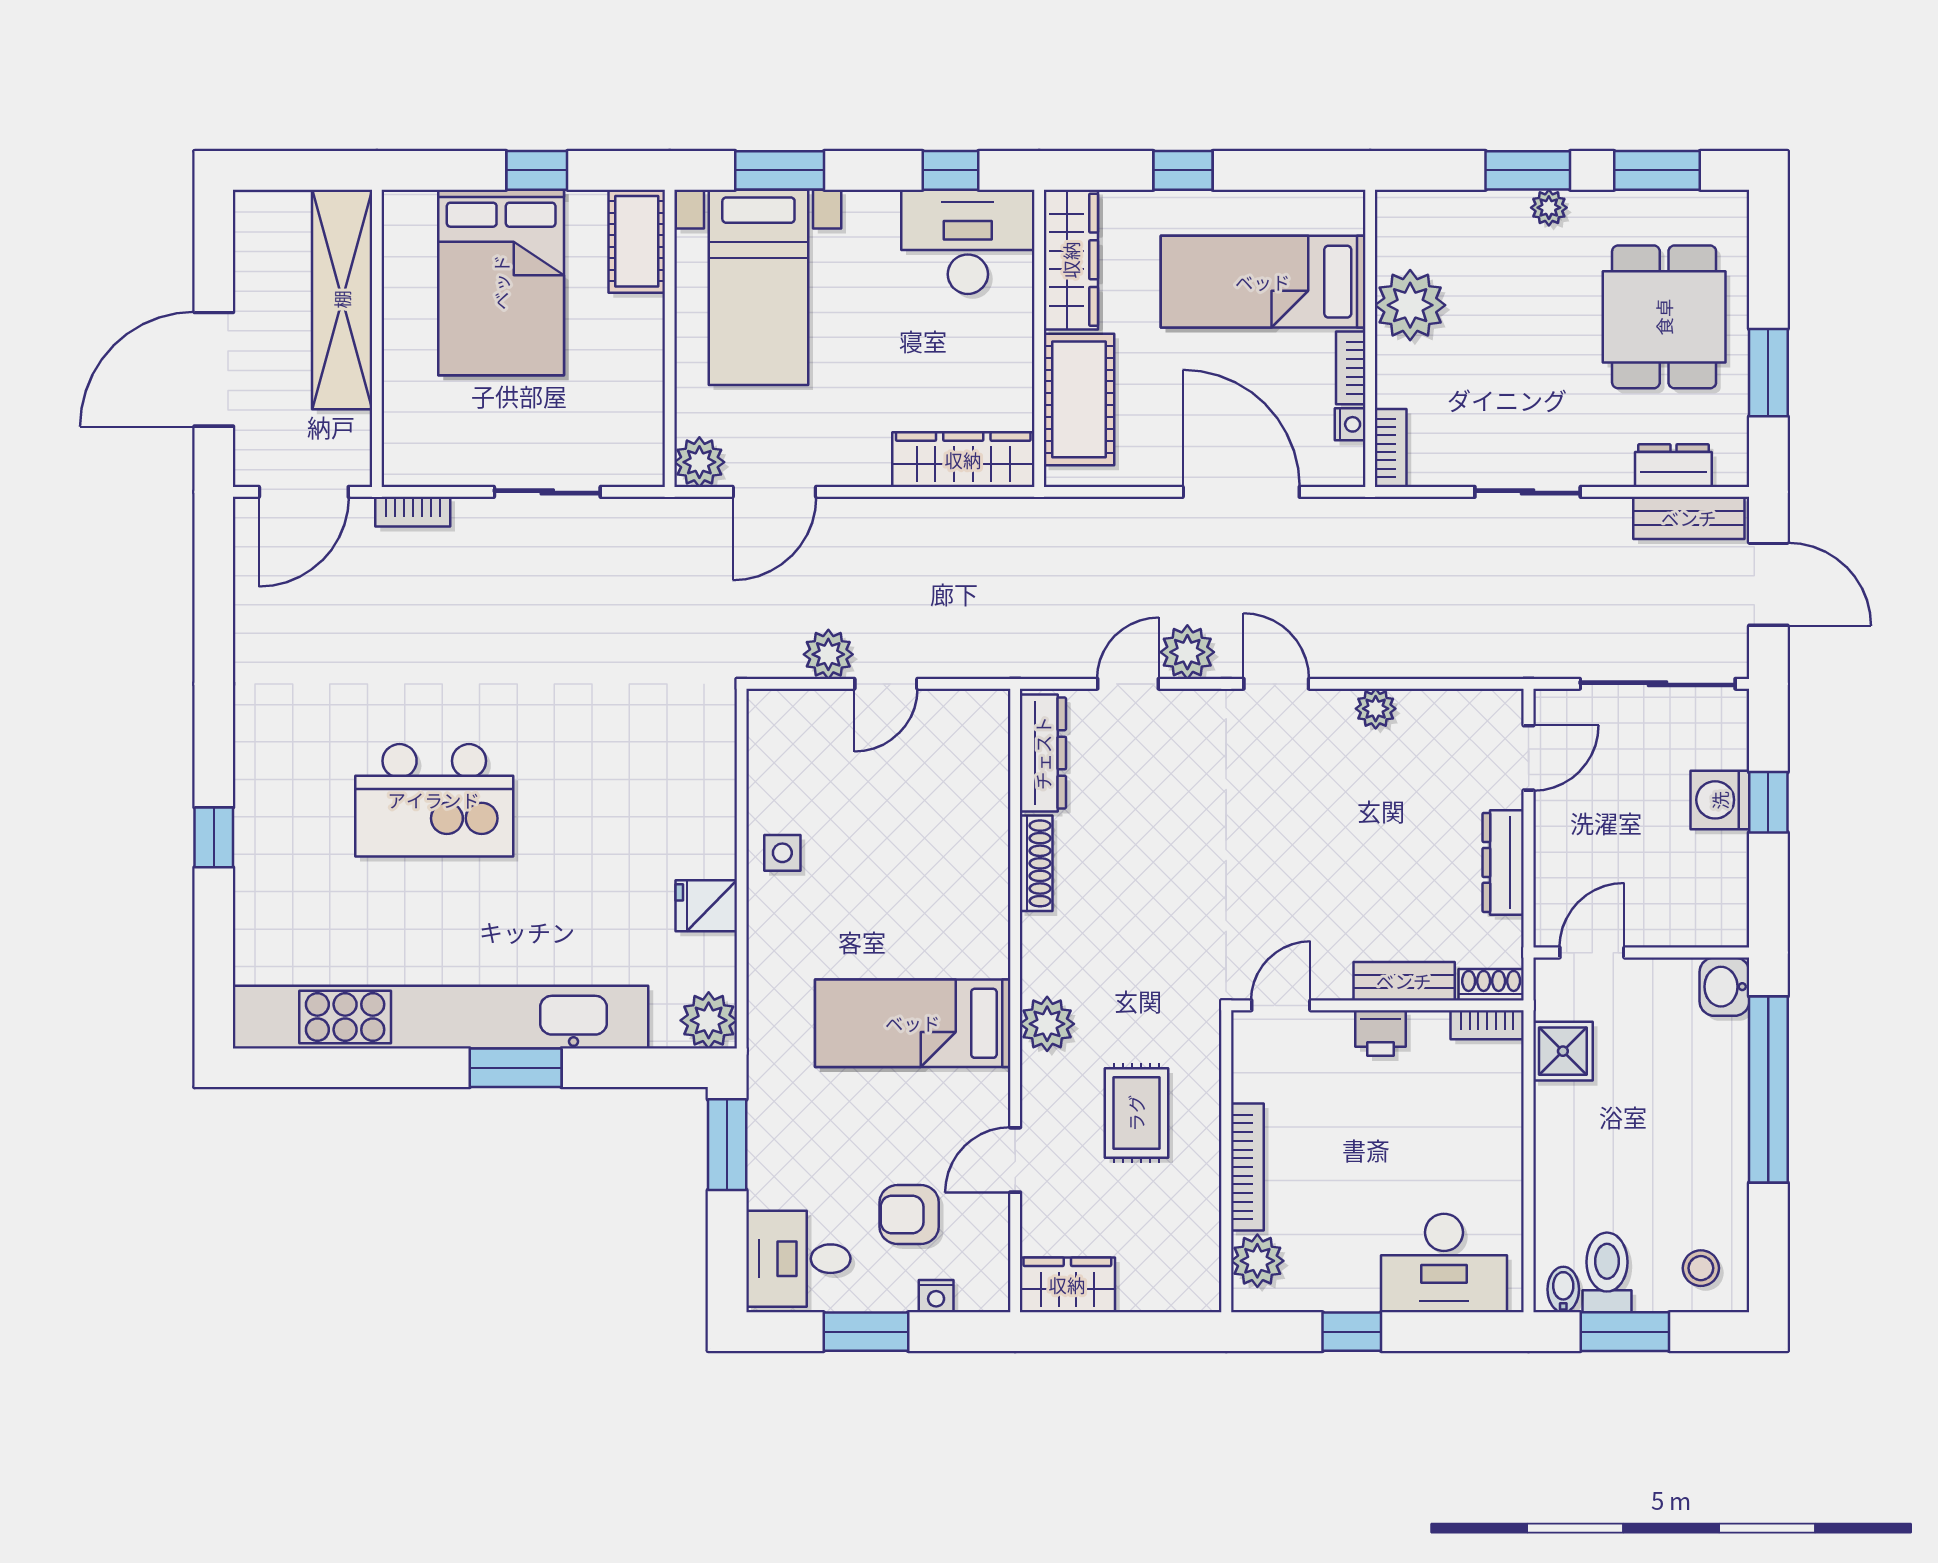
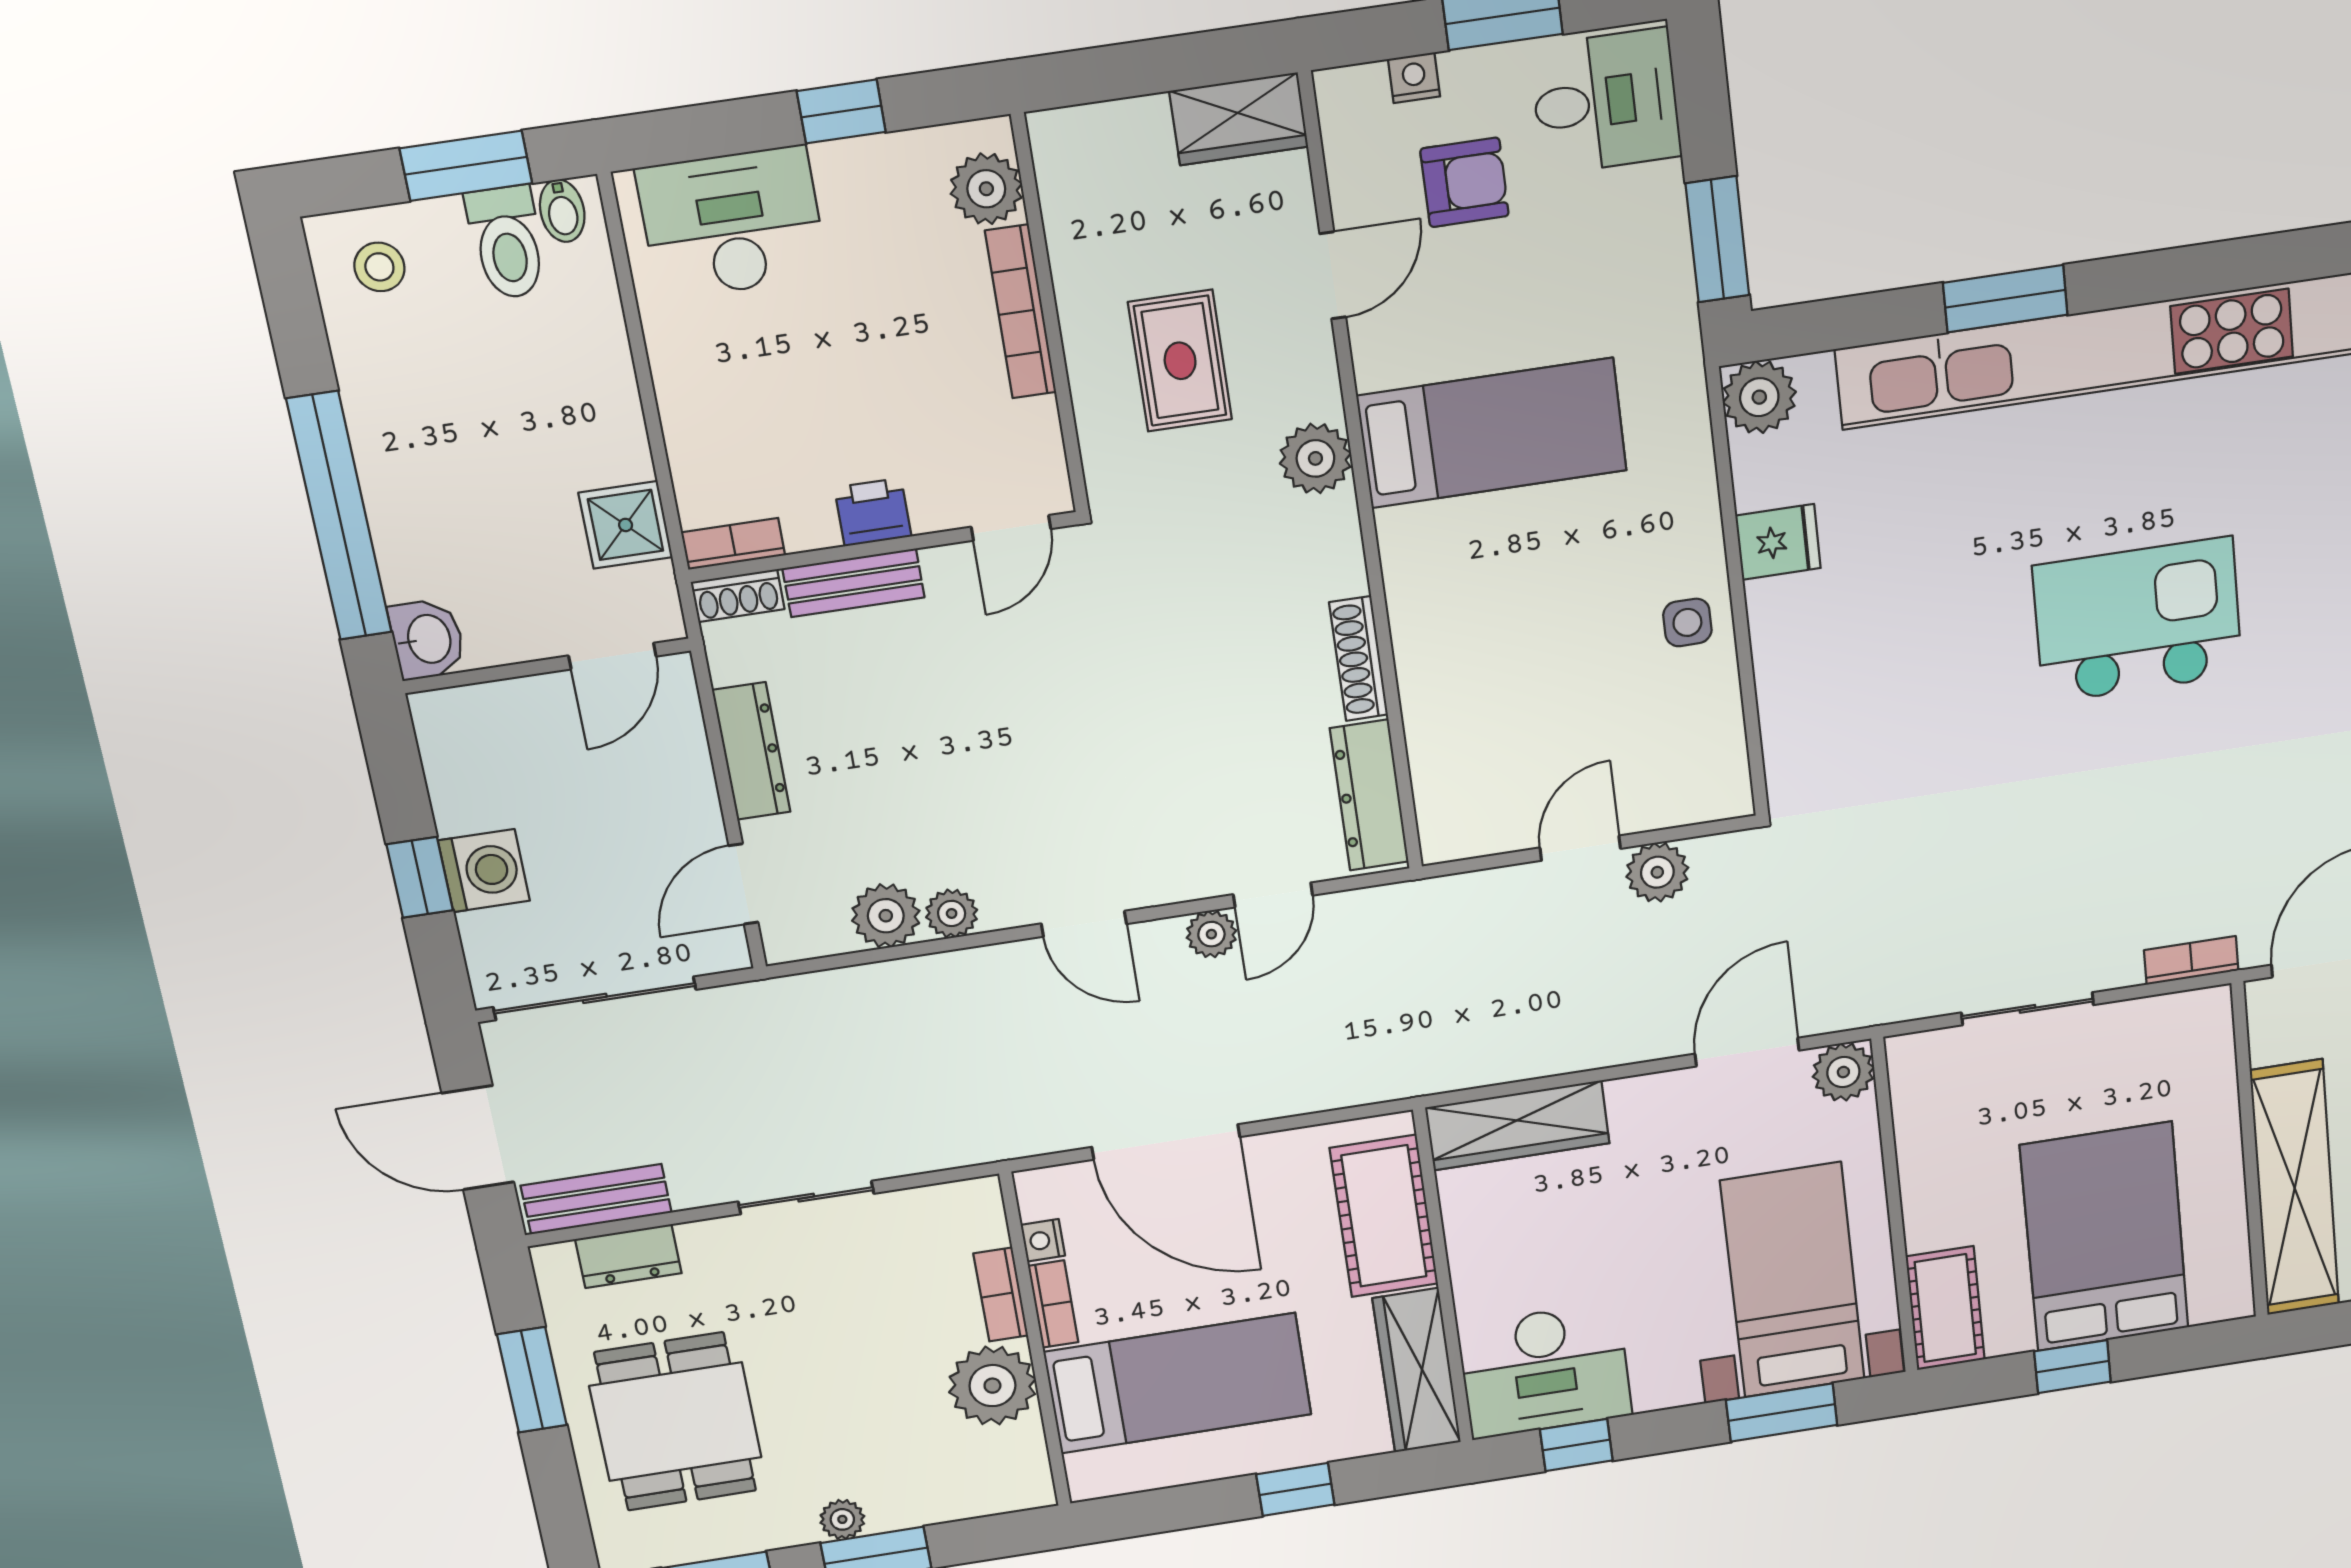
bookcase: (1391, 448) -> (1001, 1294), moved
plant: (1187, 652) -> (1211, 934), width x0.73, depth x0.73
plant: (1426, 715) -> (886, 916), added

